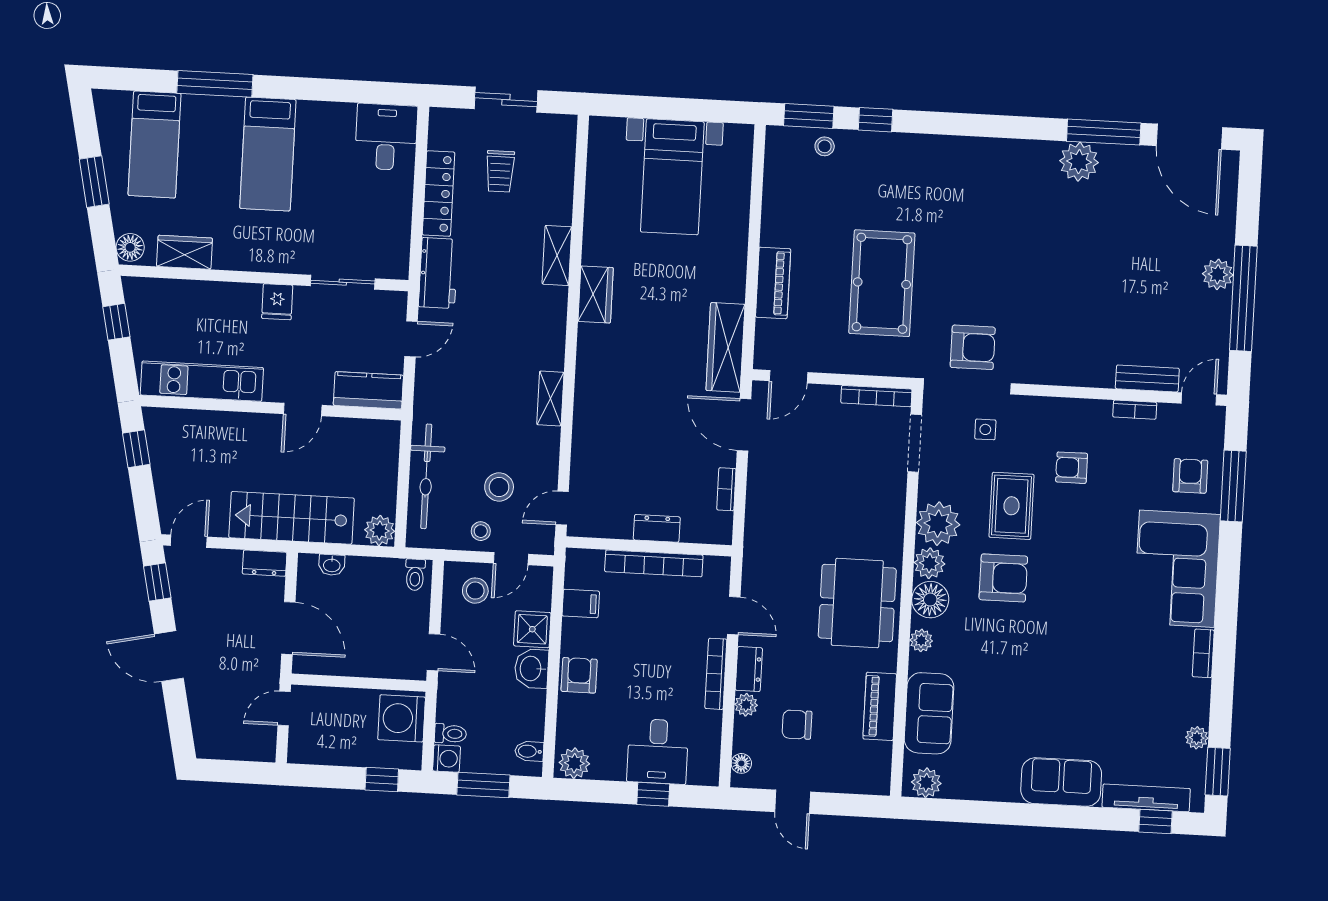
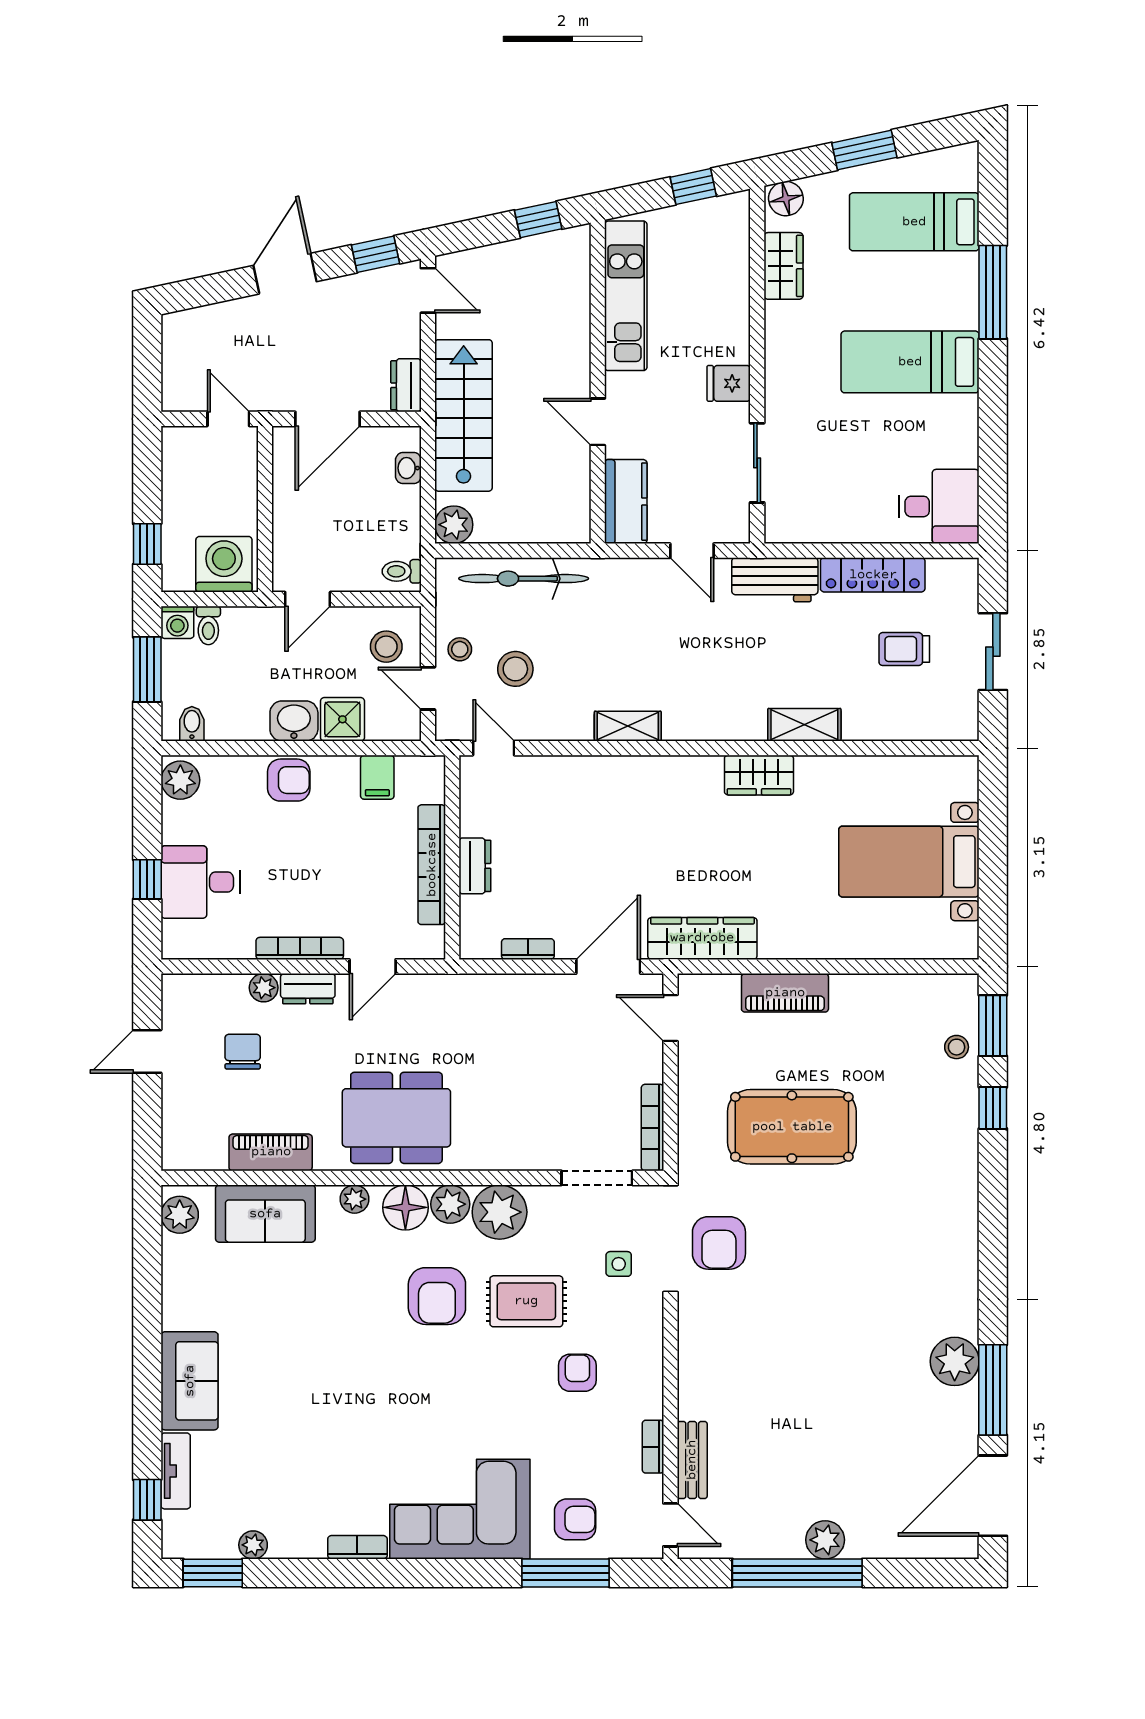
floor lamp: (741, 763) -> (191, 986), removed
tv unit: (1146, 798) -> (176, 1471), width x0.71

